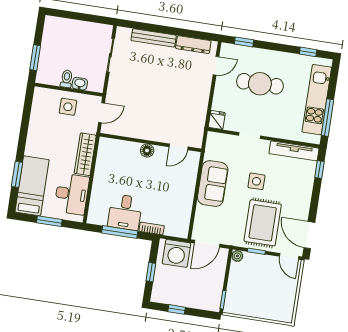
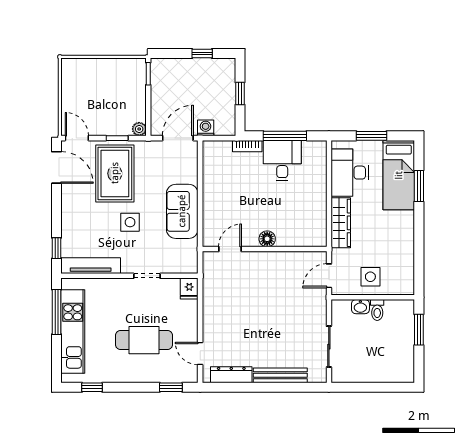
door: (216, 66) -> (200, 354), hinge flipped
washing machine: (176, 253) -> (206, 128), width x0.53, depth x0.53

